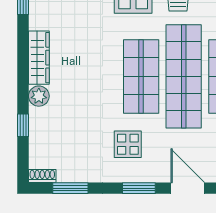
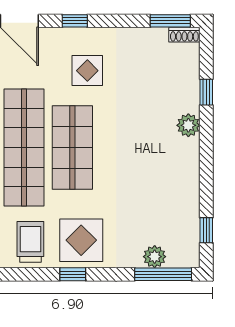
wardrobe: (39, 58) -> (188, 169), removed
window: (70, 188) -> (170, 21), moved
window: (139, 188) -> (75, 21), width x0.67

